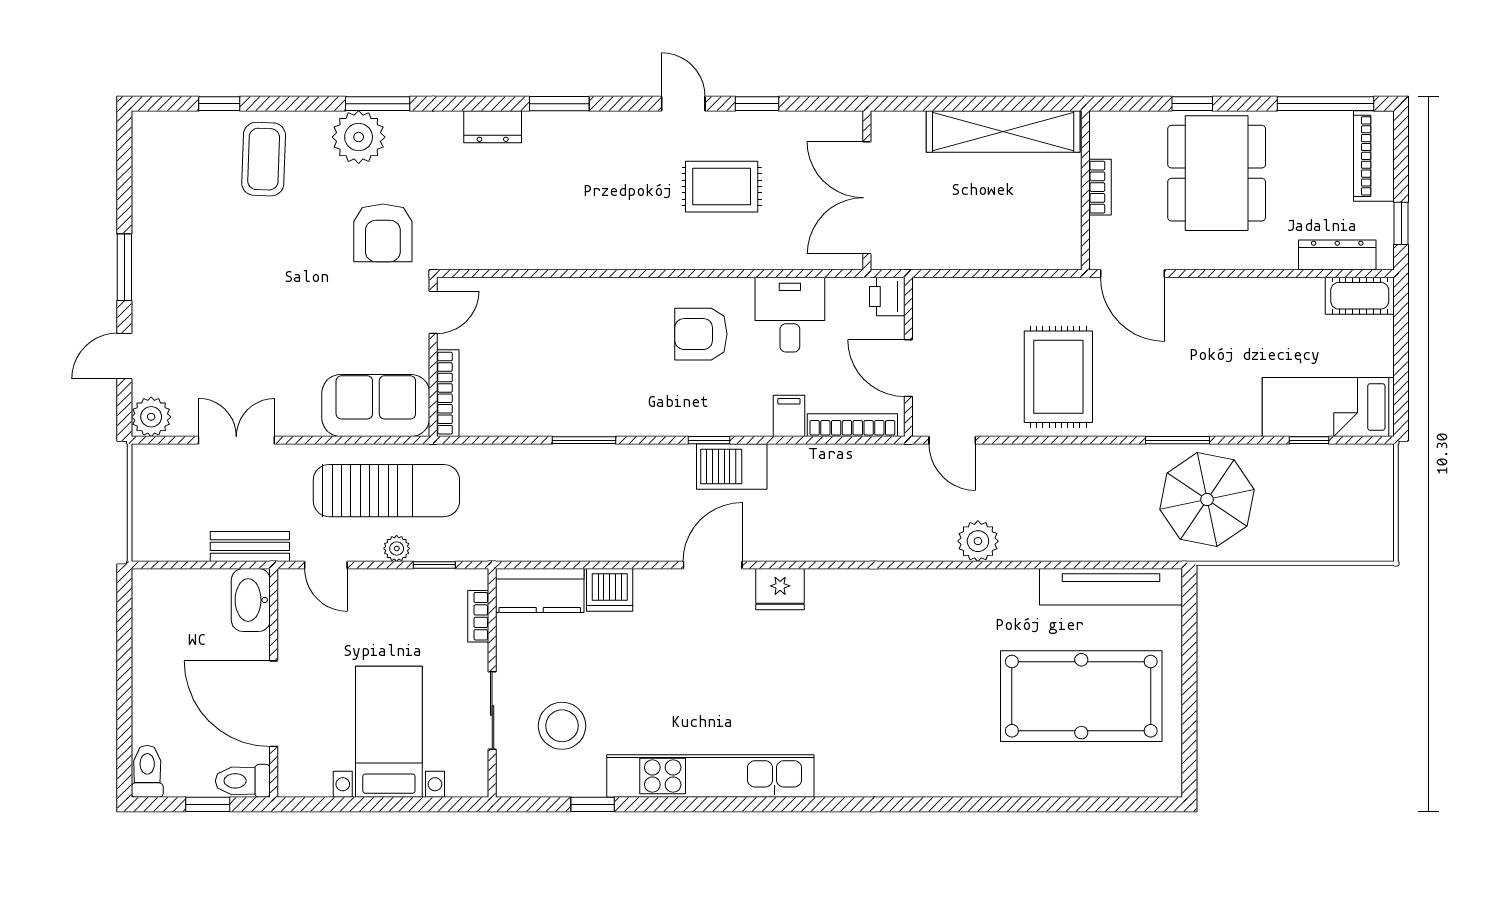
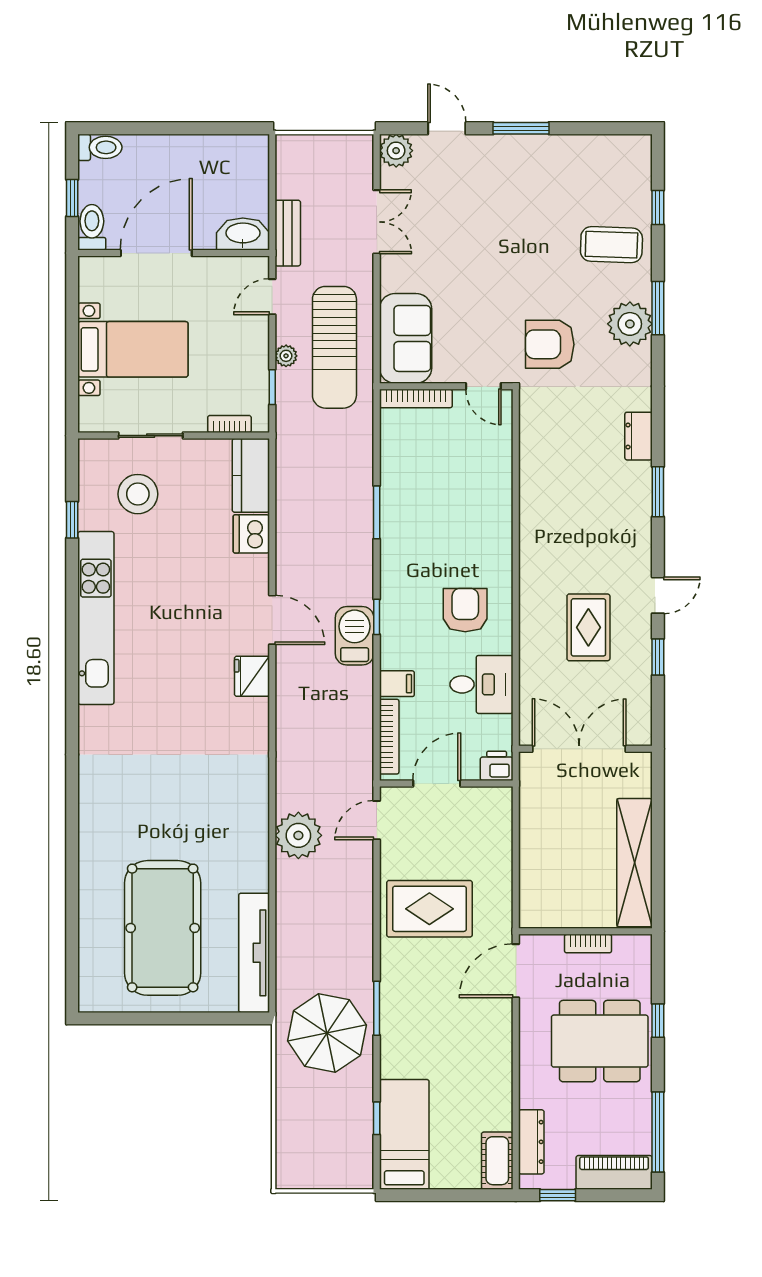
window: (378, 104) -> (658, 308), moved
plant: (978, 541) -> (298, 835), width x1.36, depth x1.36

